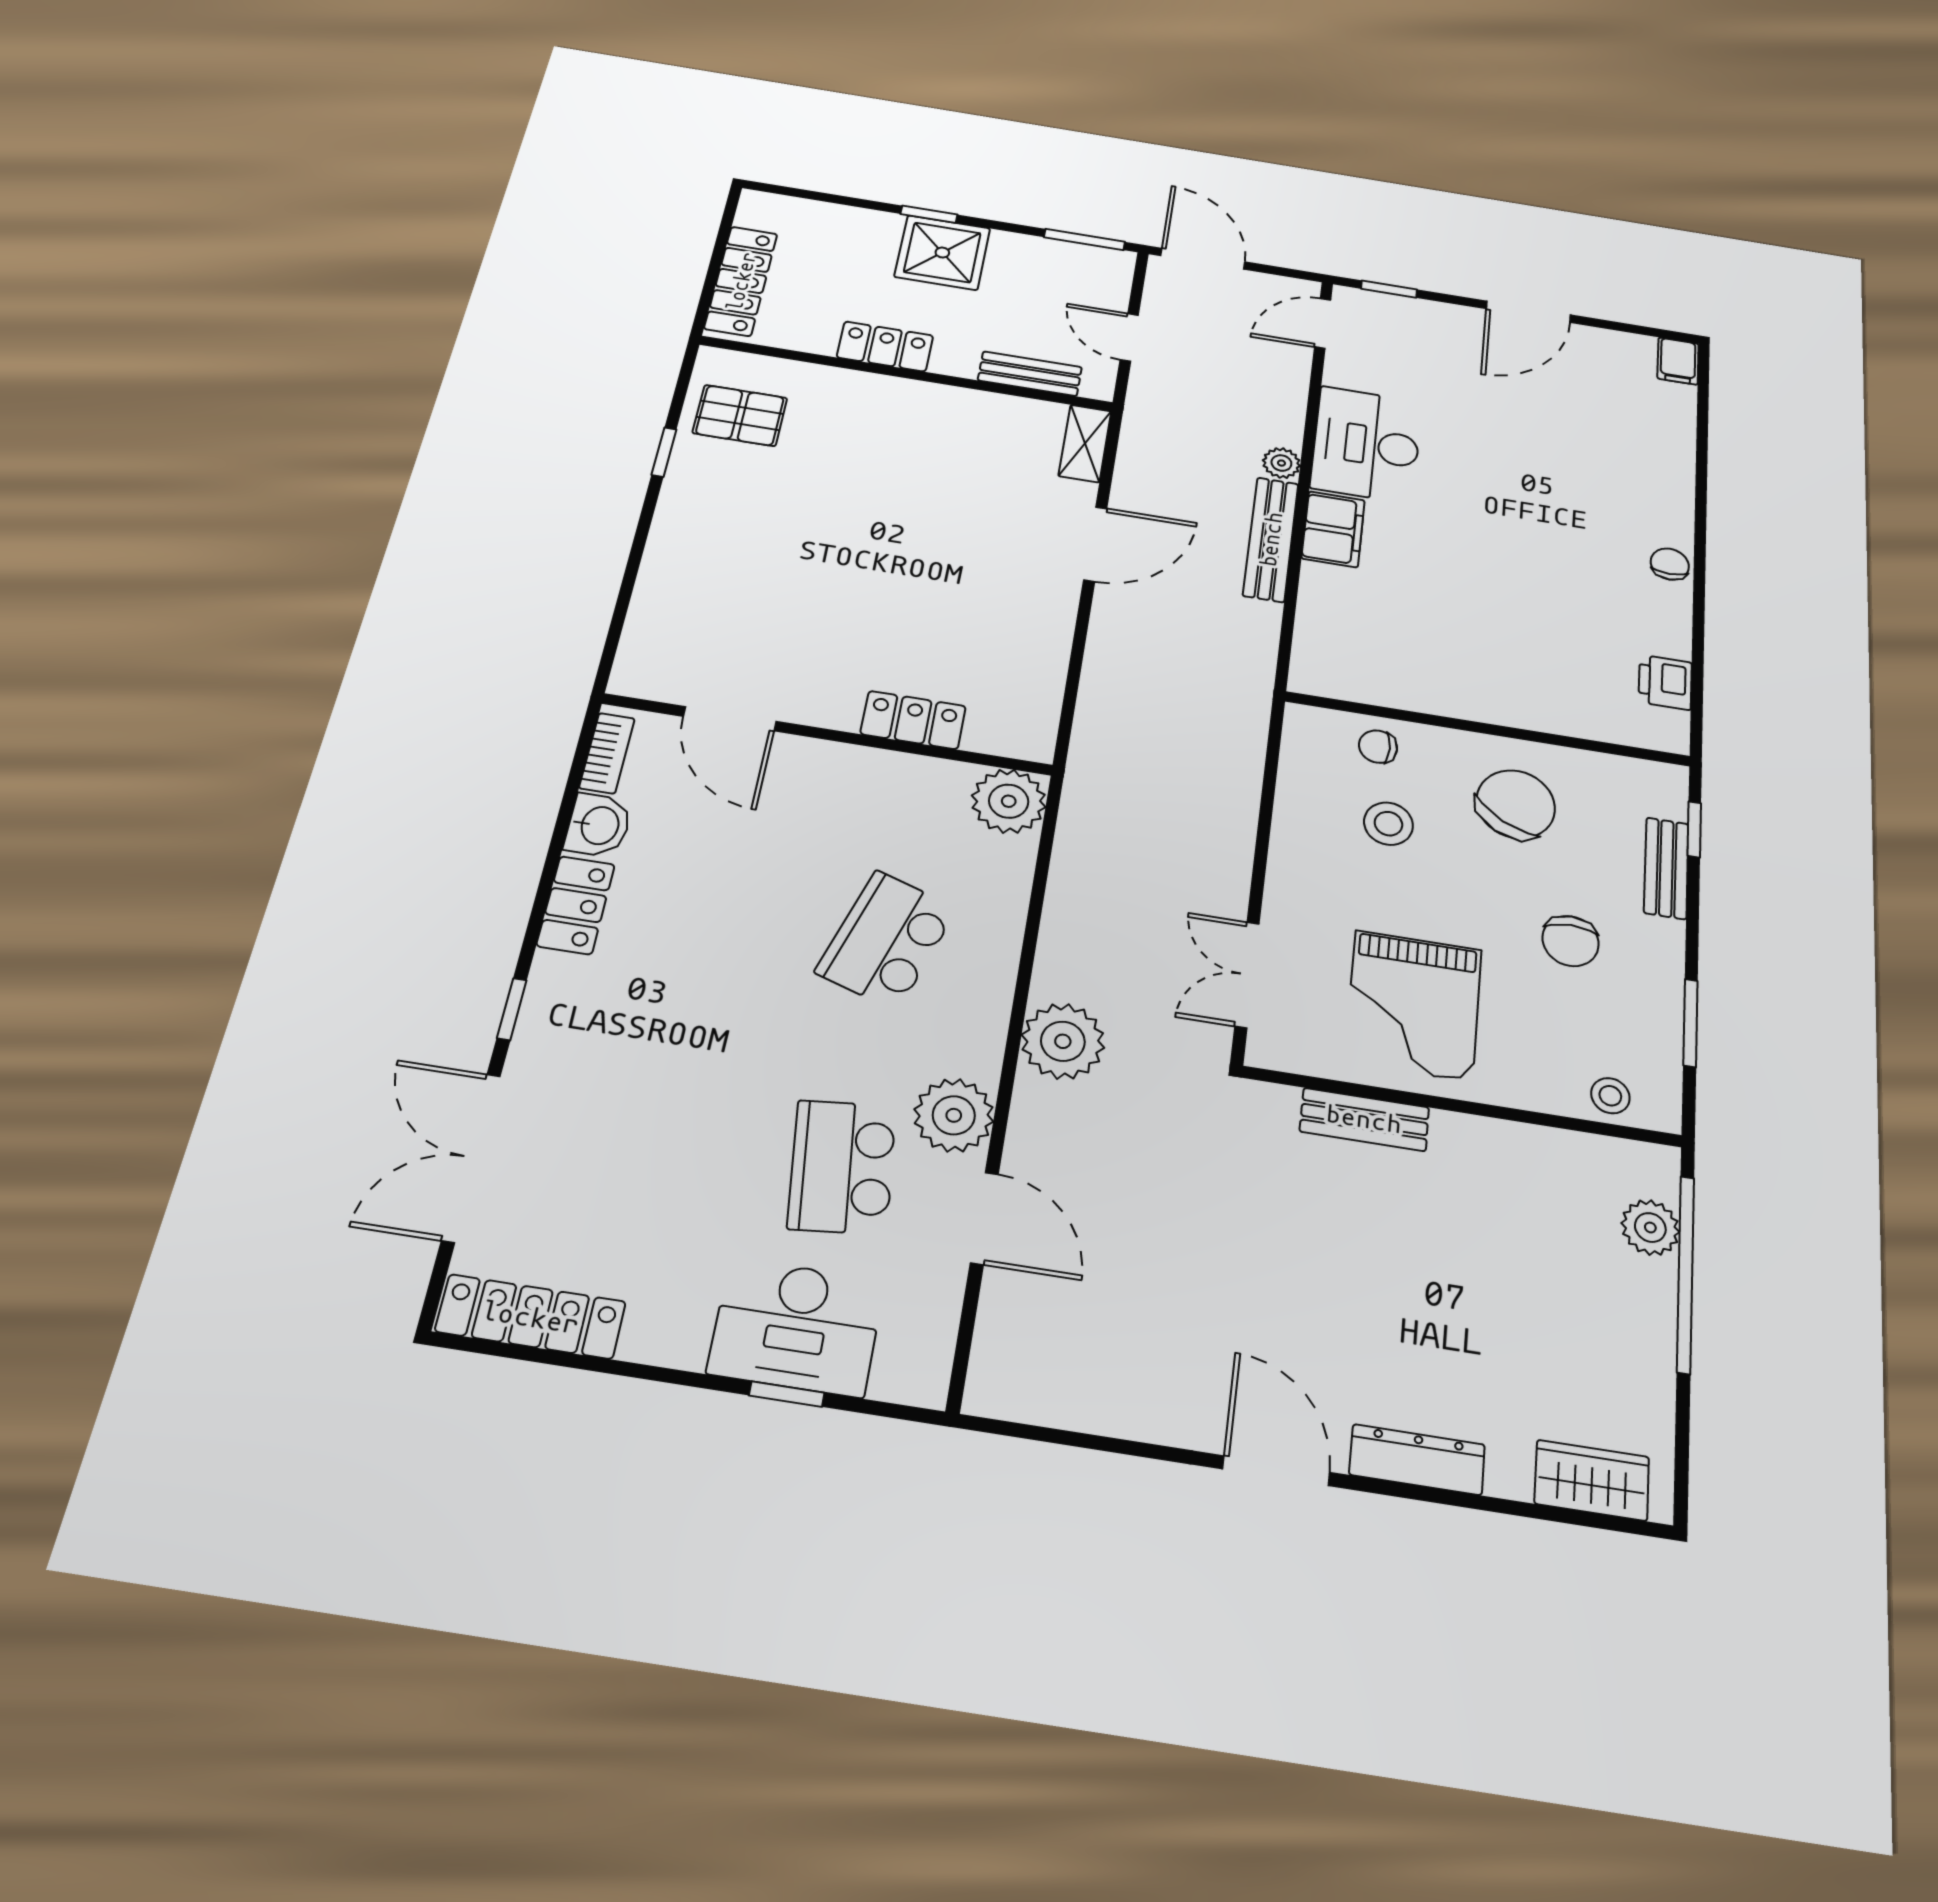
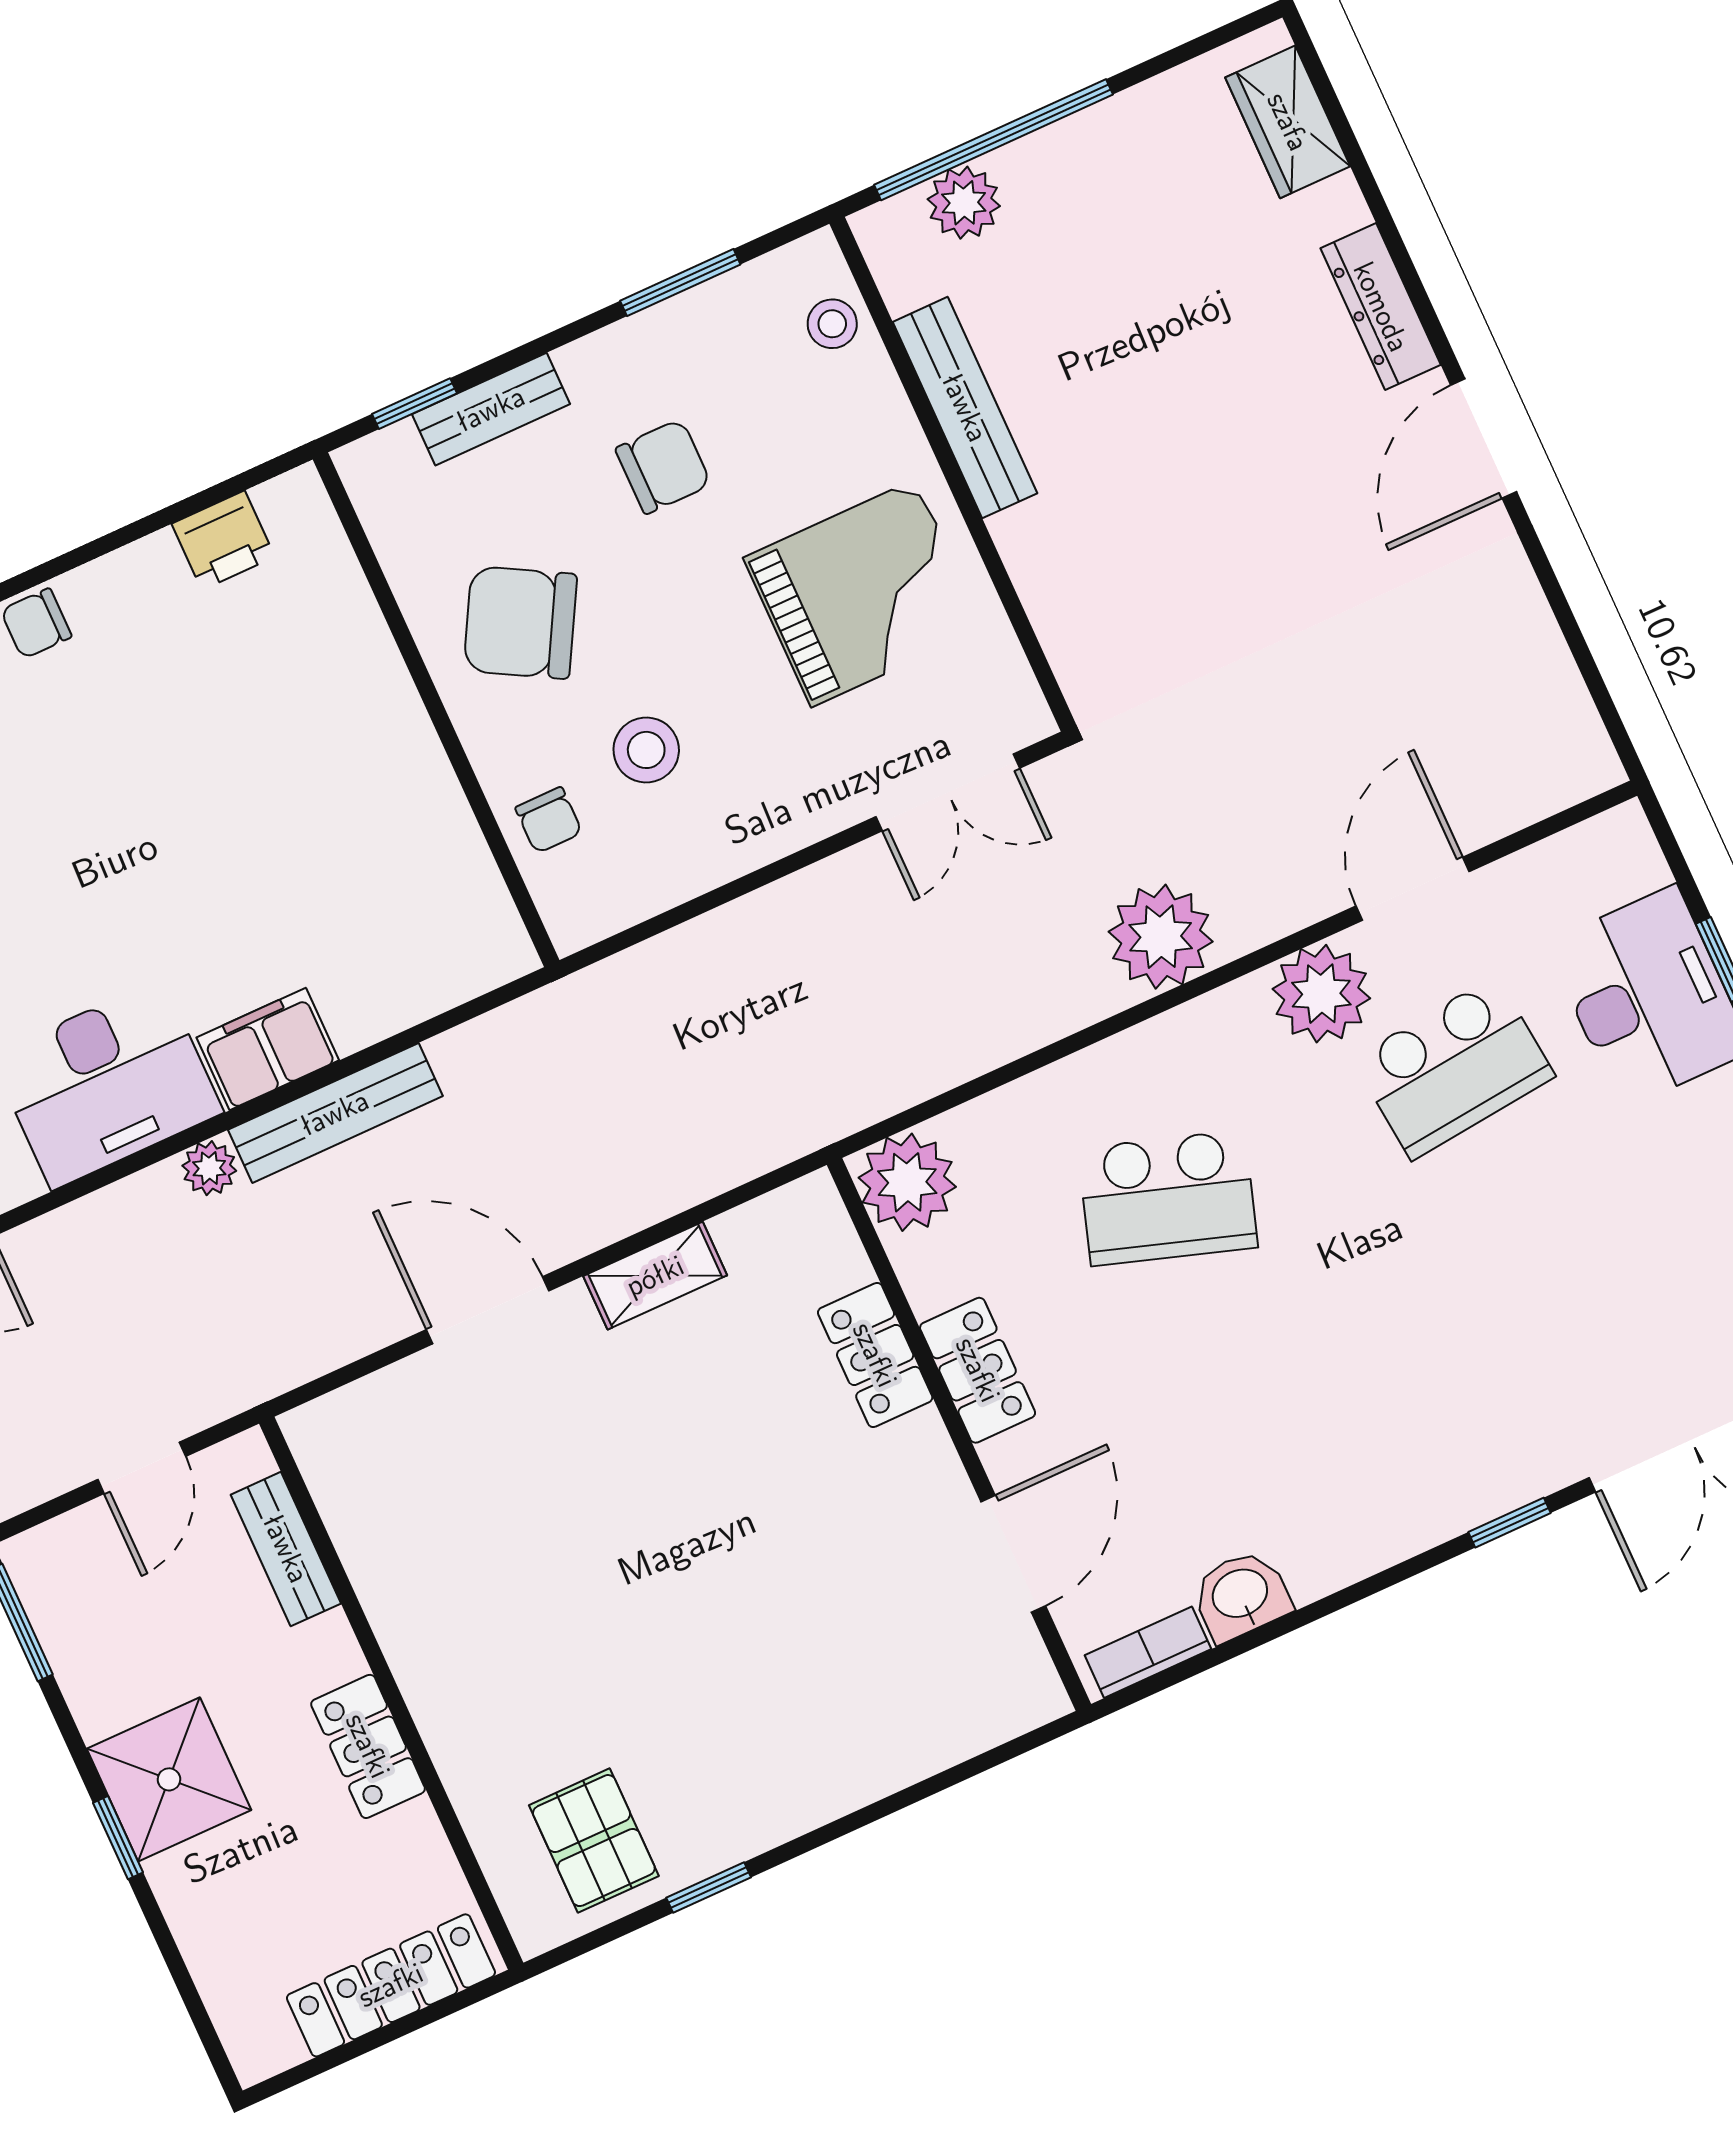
shelving: (1085, 443) -> (655, 1276), moved
locker: (576, 905) -> (978, 1370), moved, turned 90
bench: (1364, 1119) -> (965, 408), moved, width x1.36

